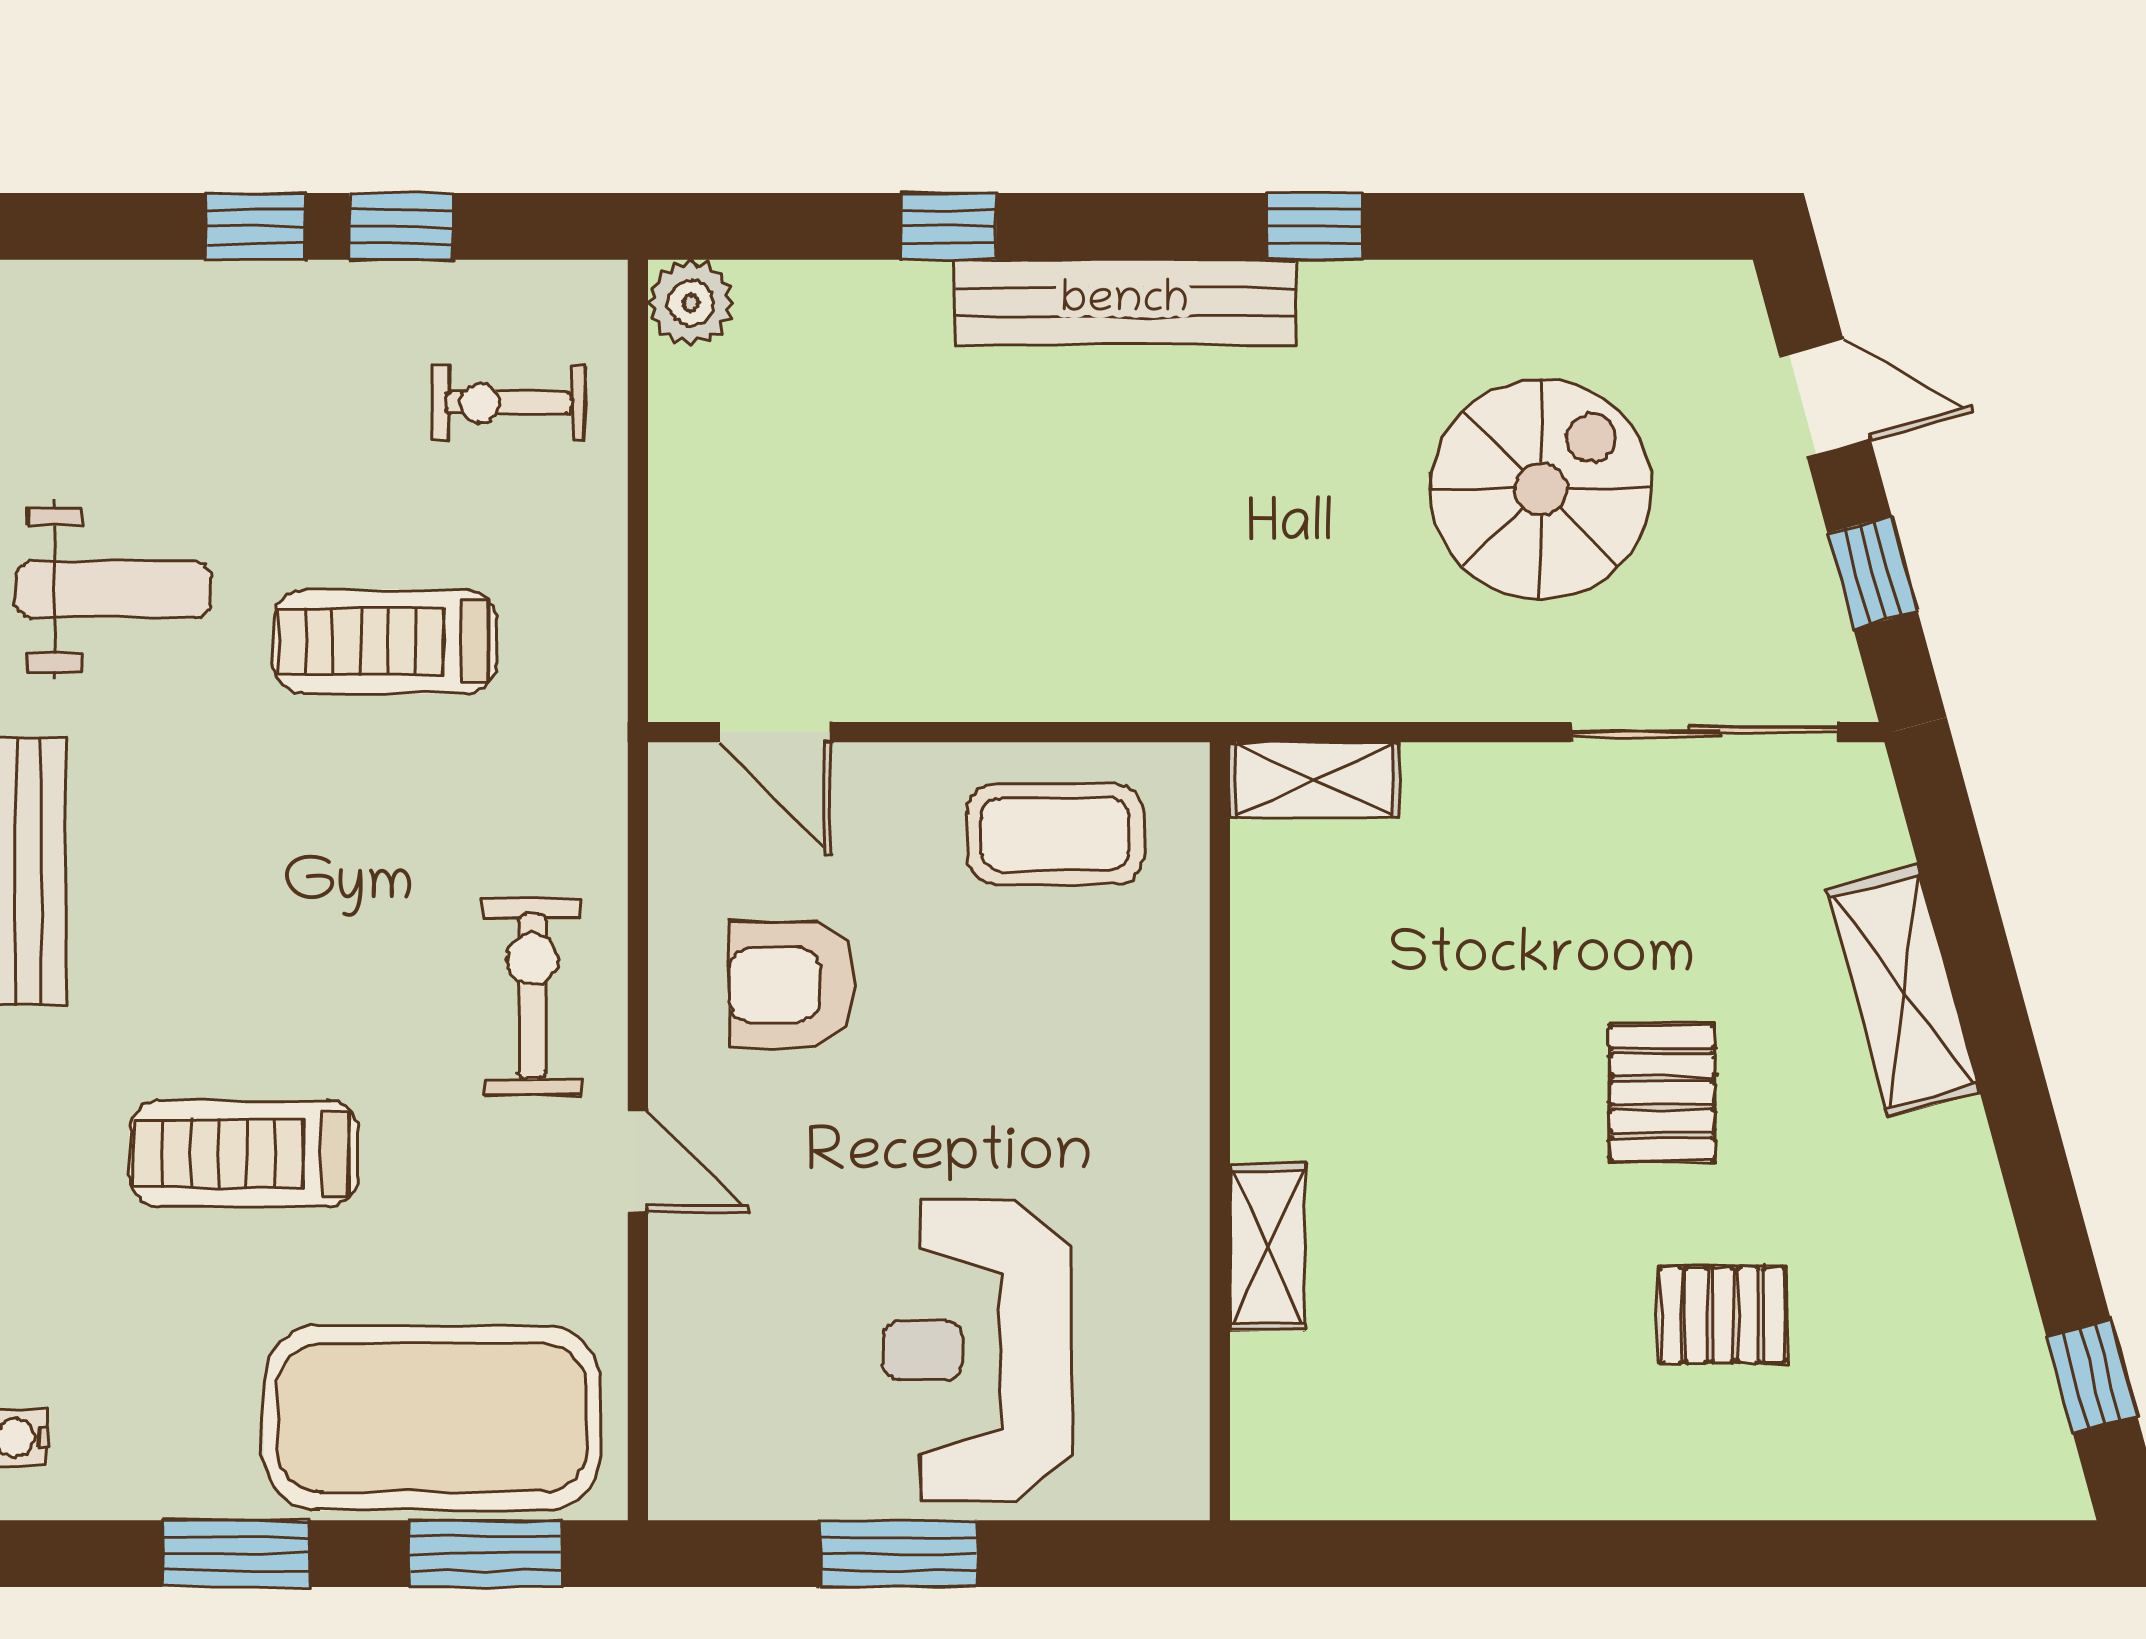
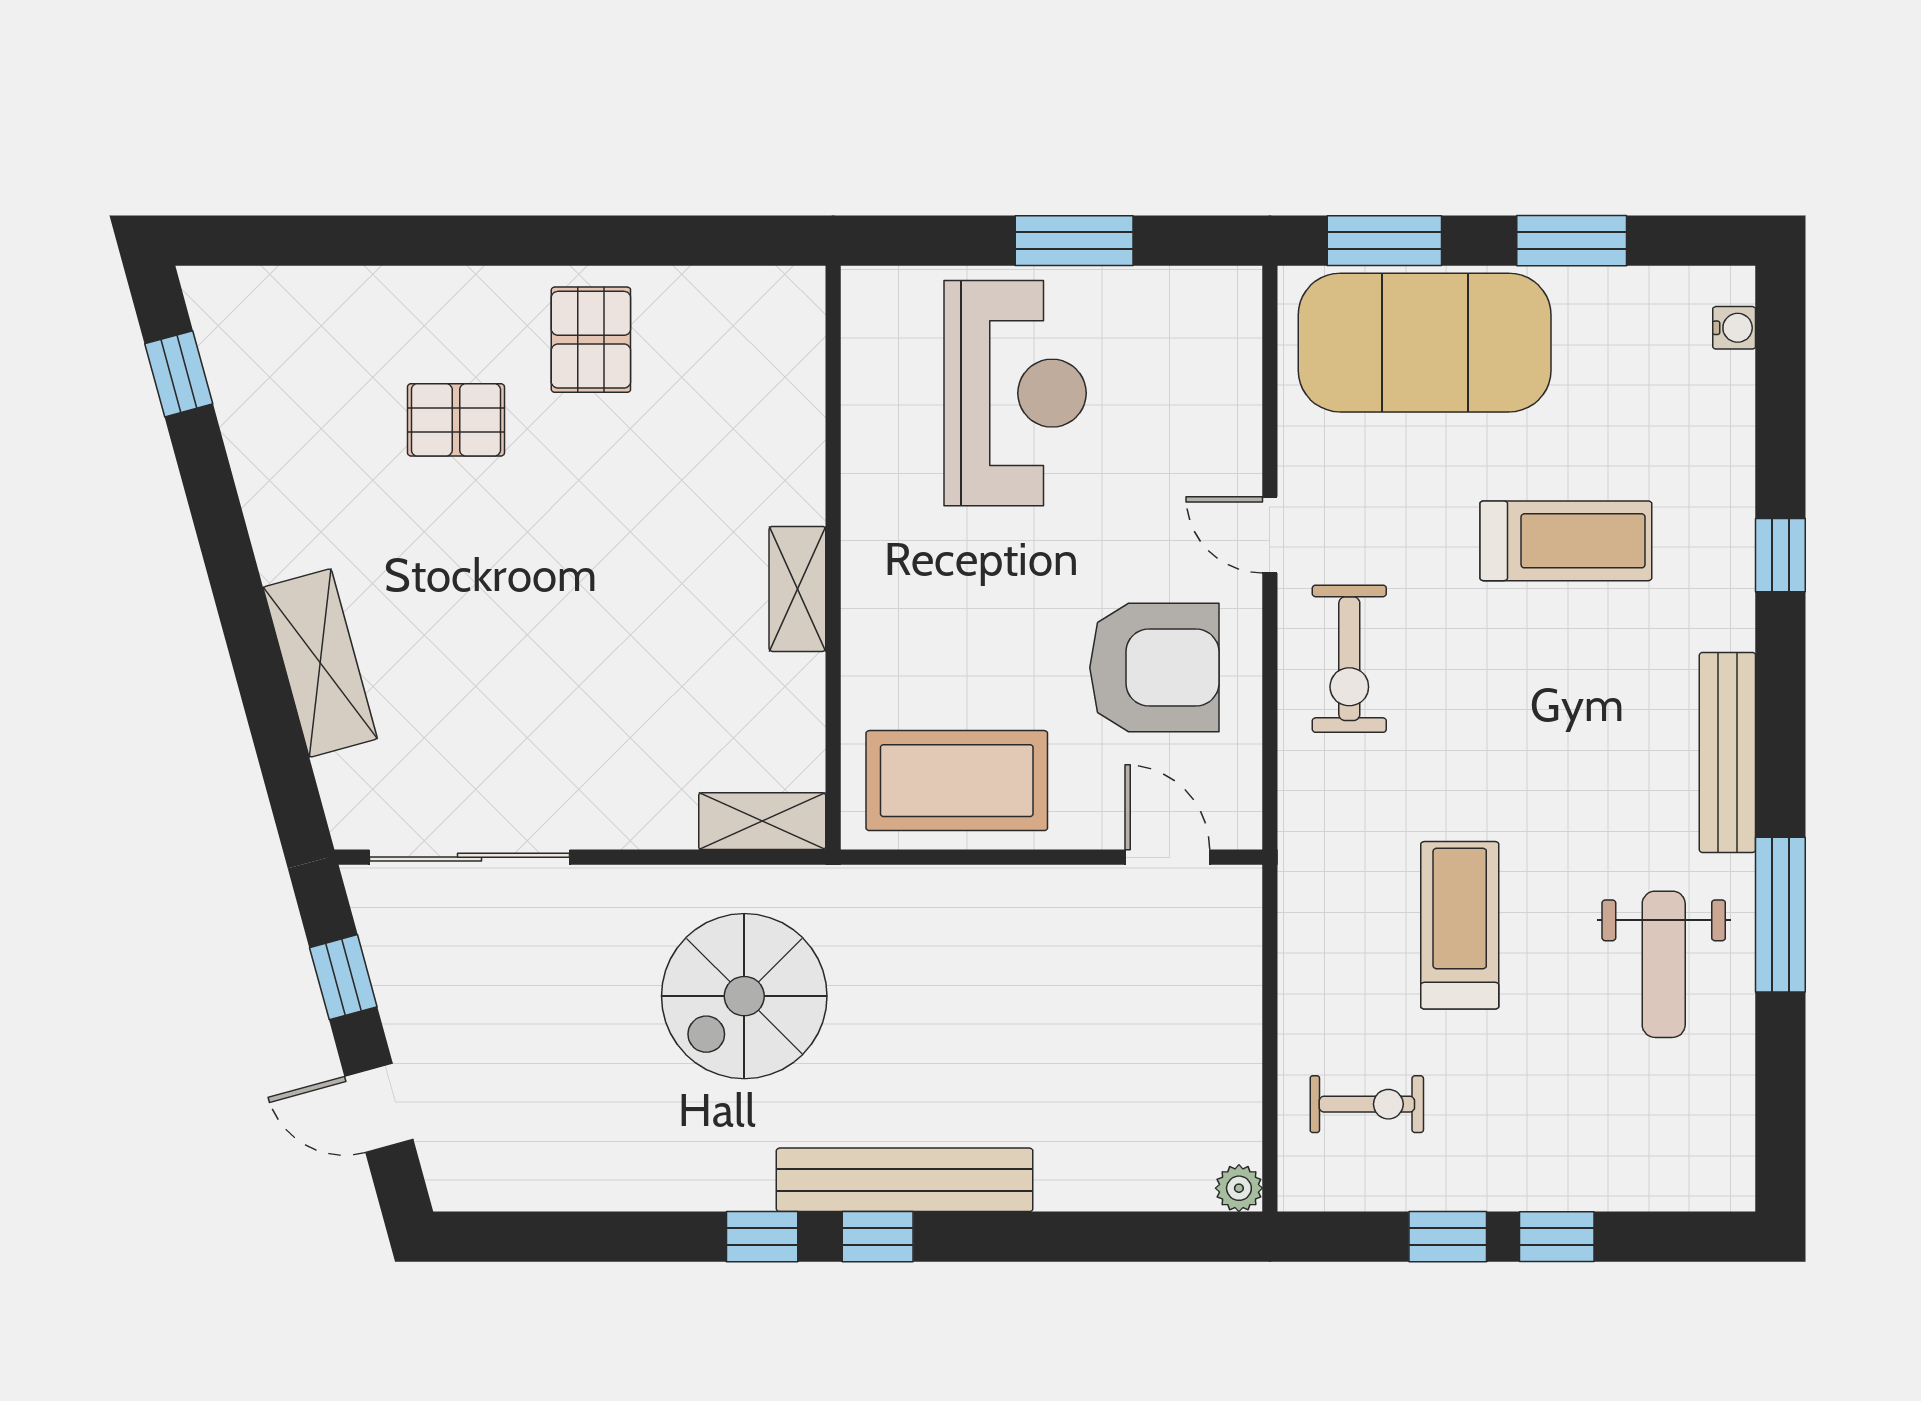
window: (949, 226) -> (878, 1237), moved
plant: (691, 303) -> (1239, 1188), width x0.73, depth x0.73
spiral stairs: (1540, 489) -> (744, 996), moved
weight bench: (113, 589) -> (1664, 964), turned -90
treadmill: (385, 641) -> (1460, 925), turned -90
coffee table: (1055, 834) -> (957, 781), width x1.36, depth x1.32
armchair: (792, 985) -> (1154, 668), width x1.36, depth x1.36
pallet: (1662, 1093) -> (591, 340), moved
shelving: (1268, 1247) -> (797, 589), moved

